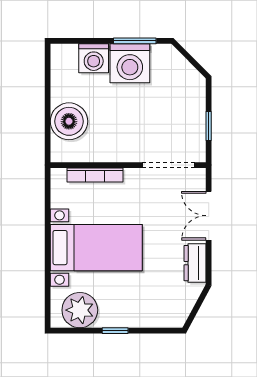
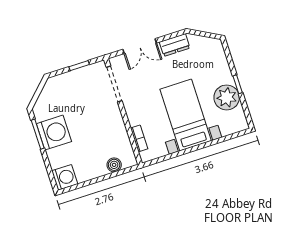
washing machine: (94, 58) -> (65, 177), moved
boiler: (69, 121) -> (114, 165), width x0.54, depth x0.54
bookcase: (95, 175) -> (139, 138), width x0.64
plant: (80, 310) -> (227, 97), moved

